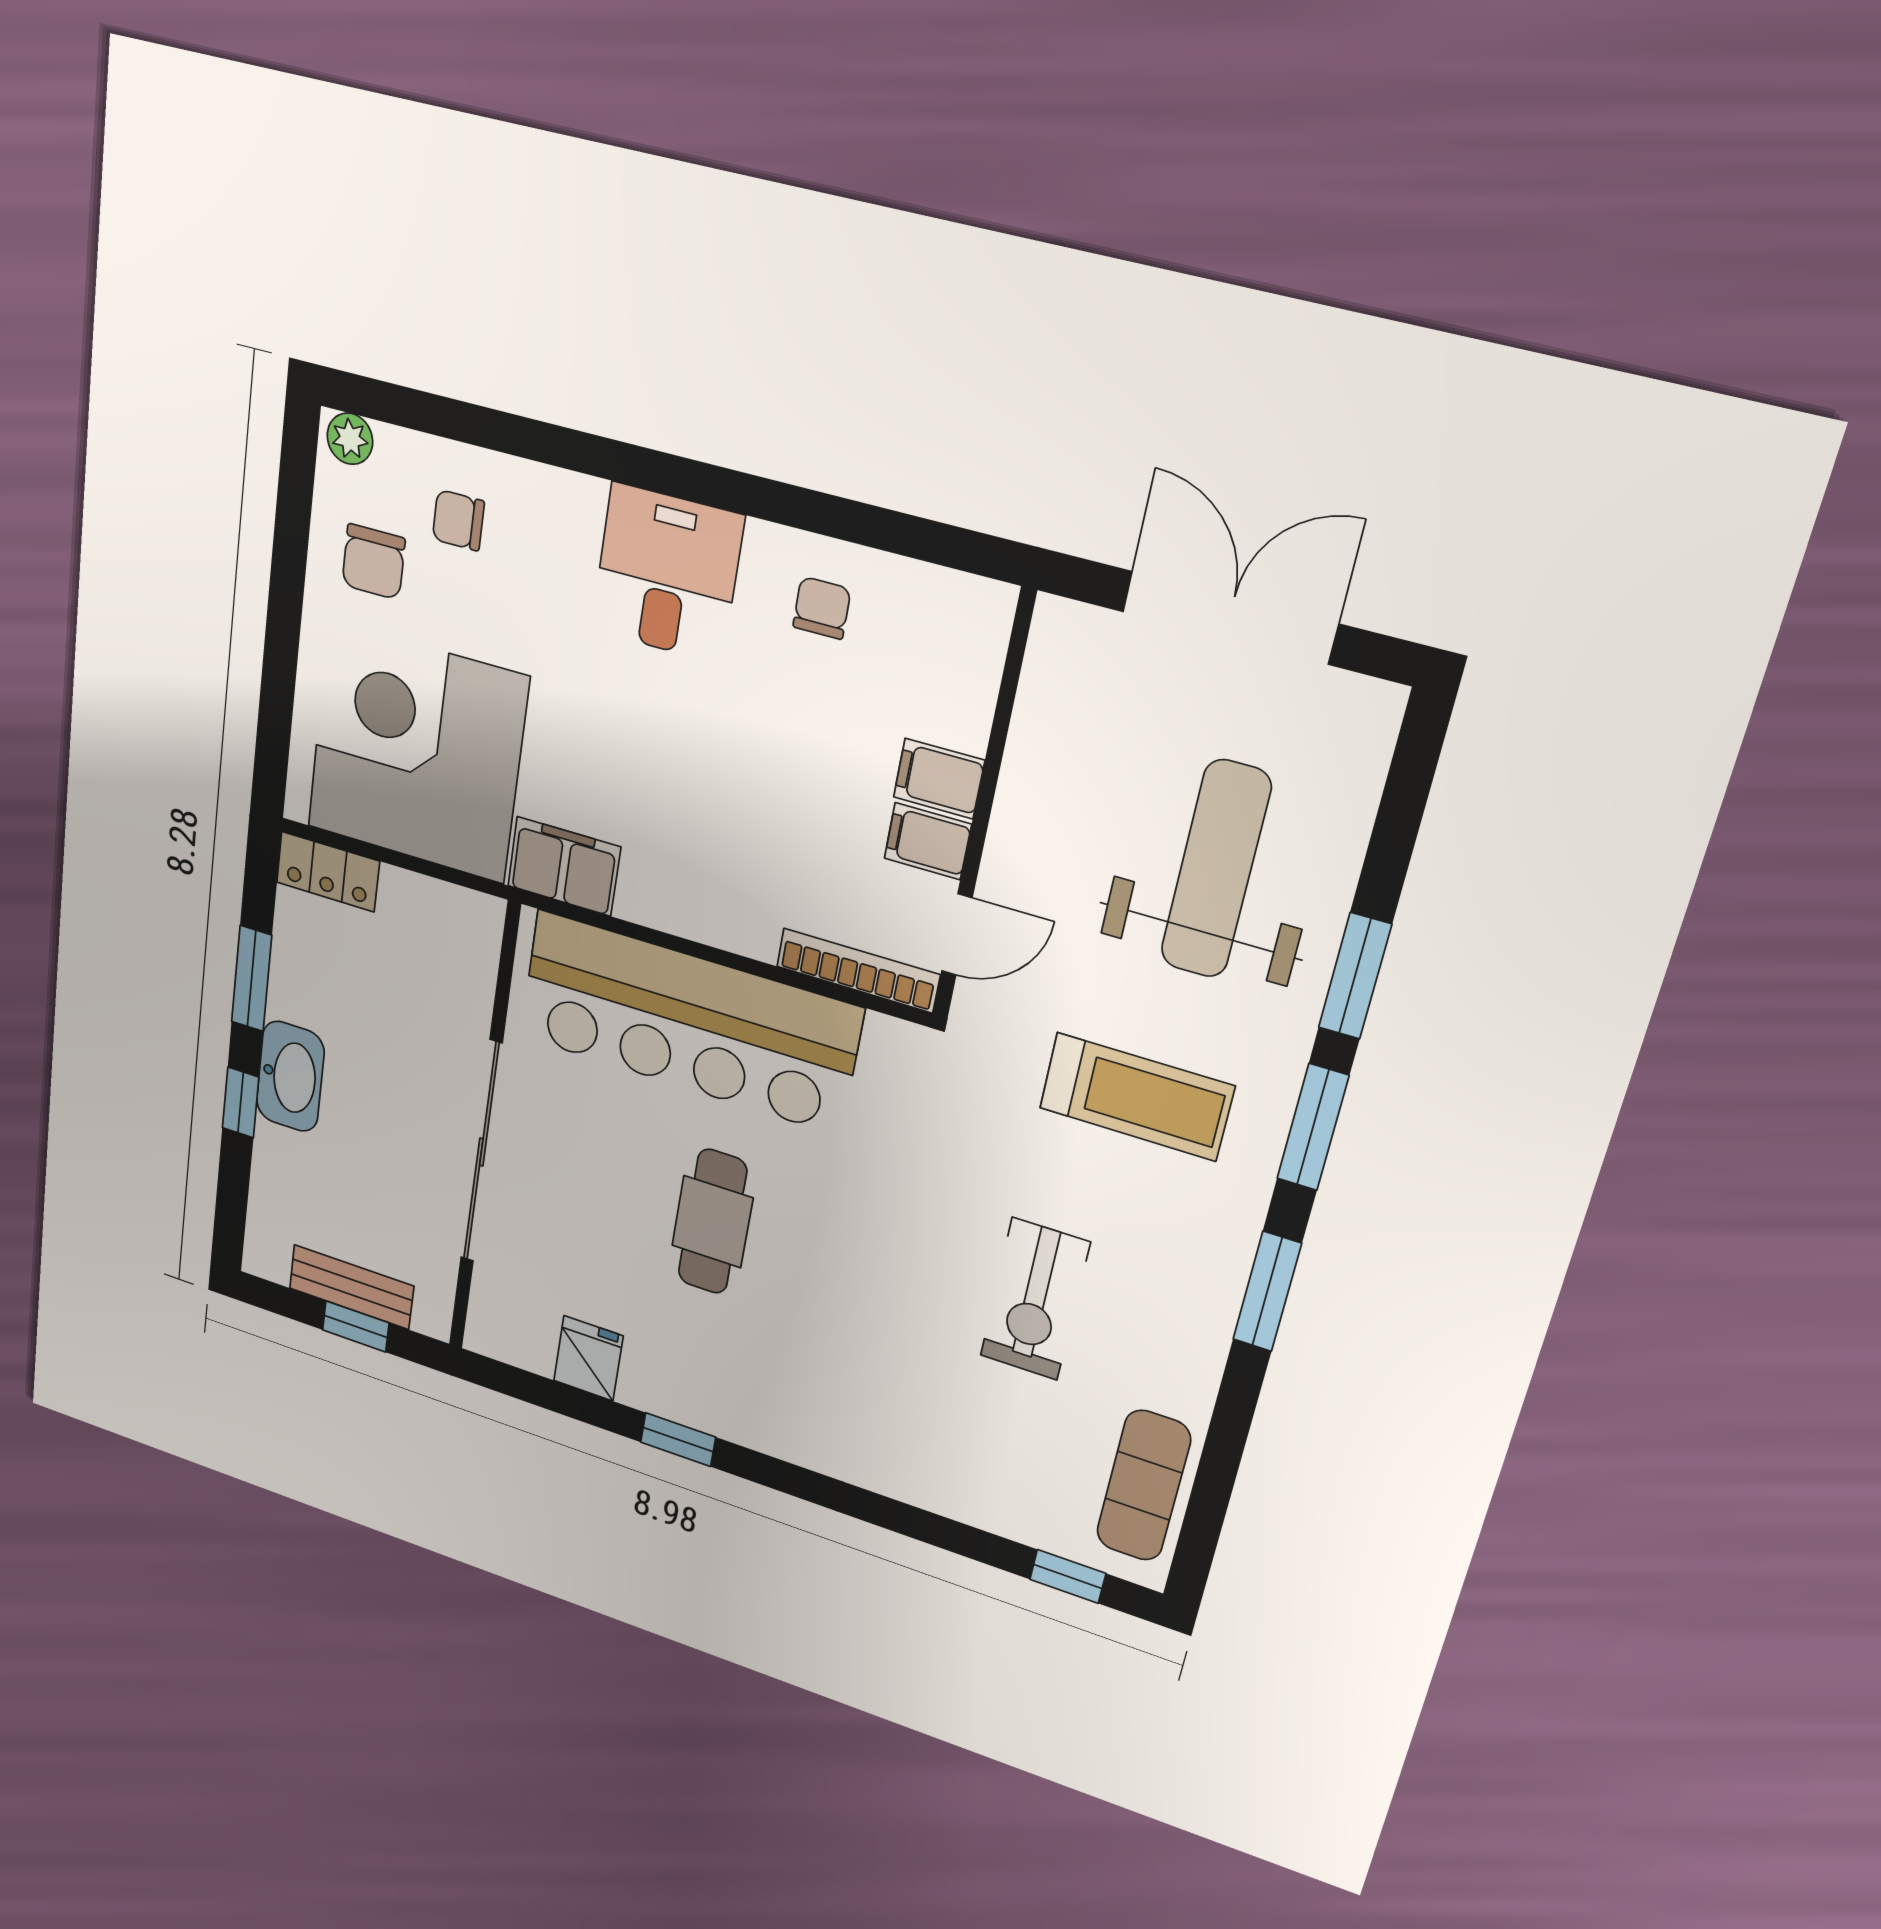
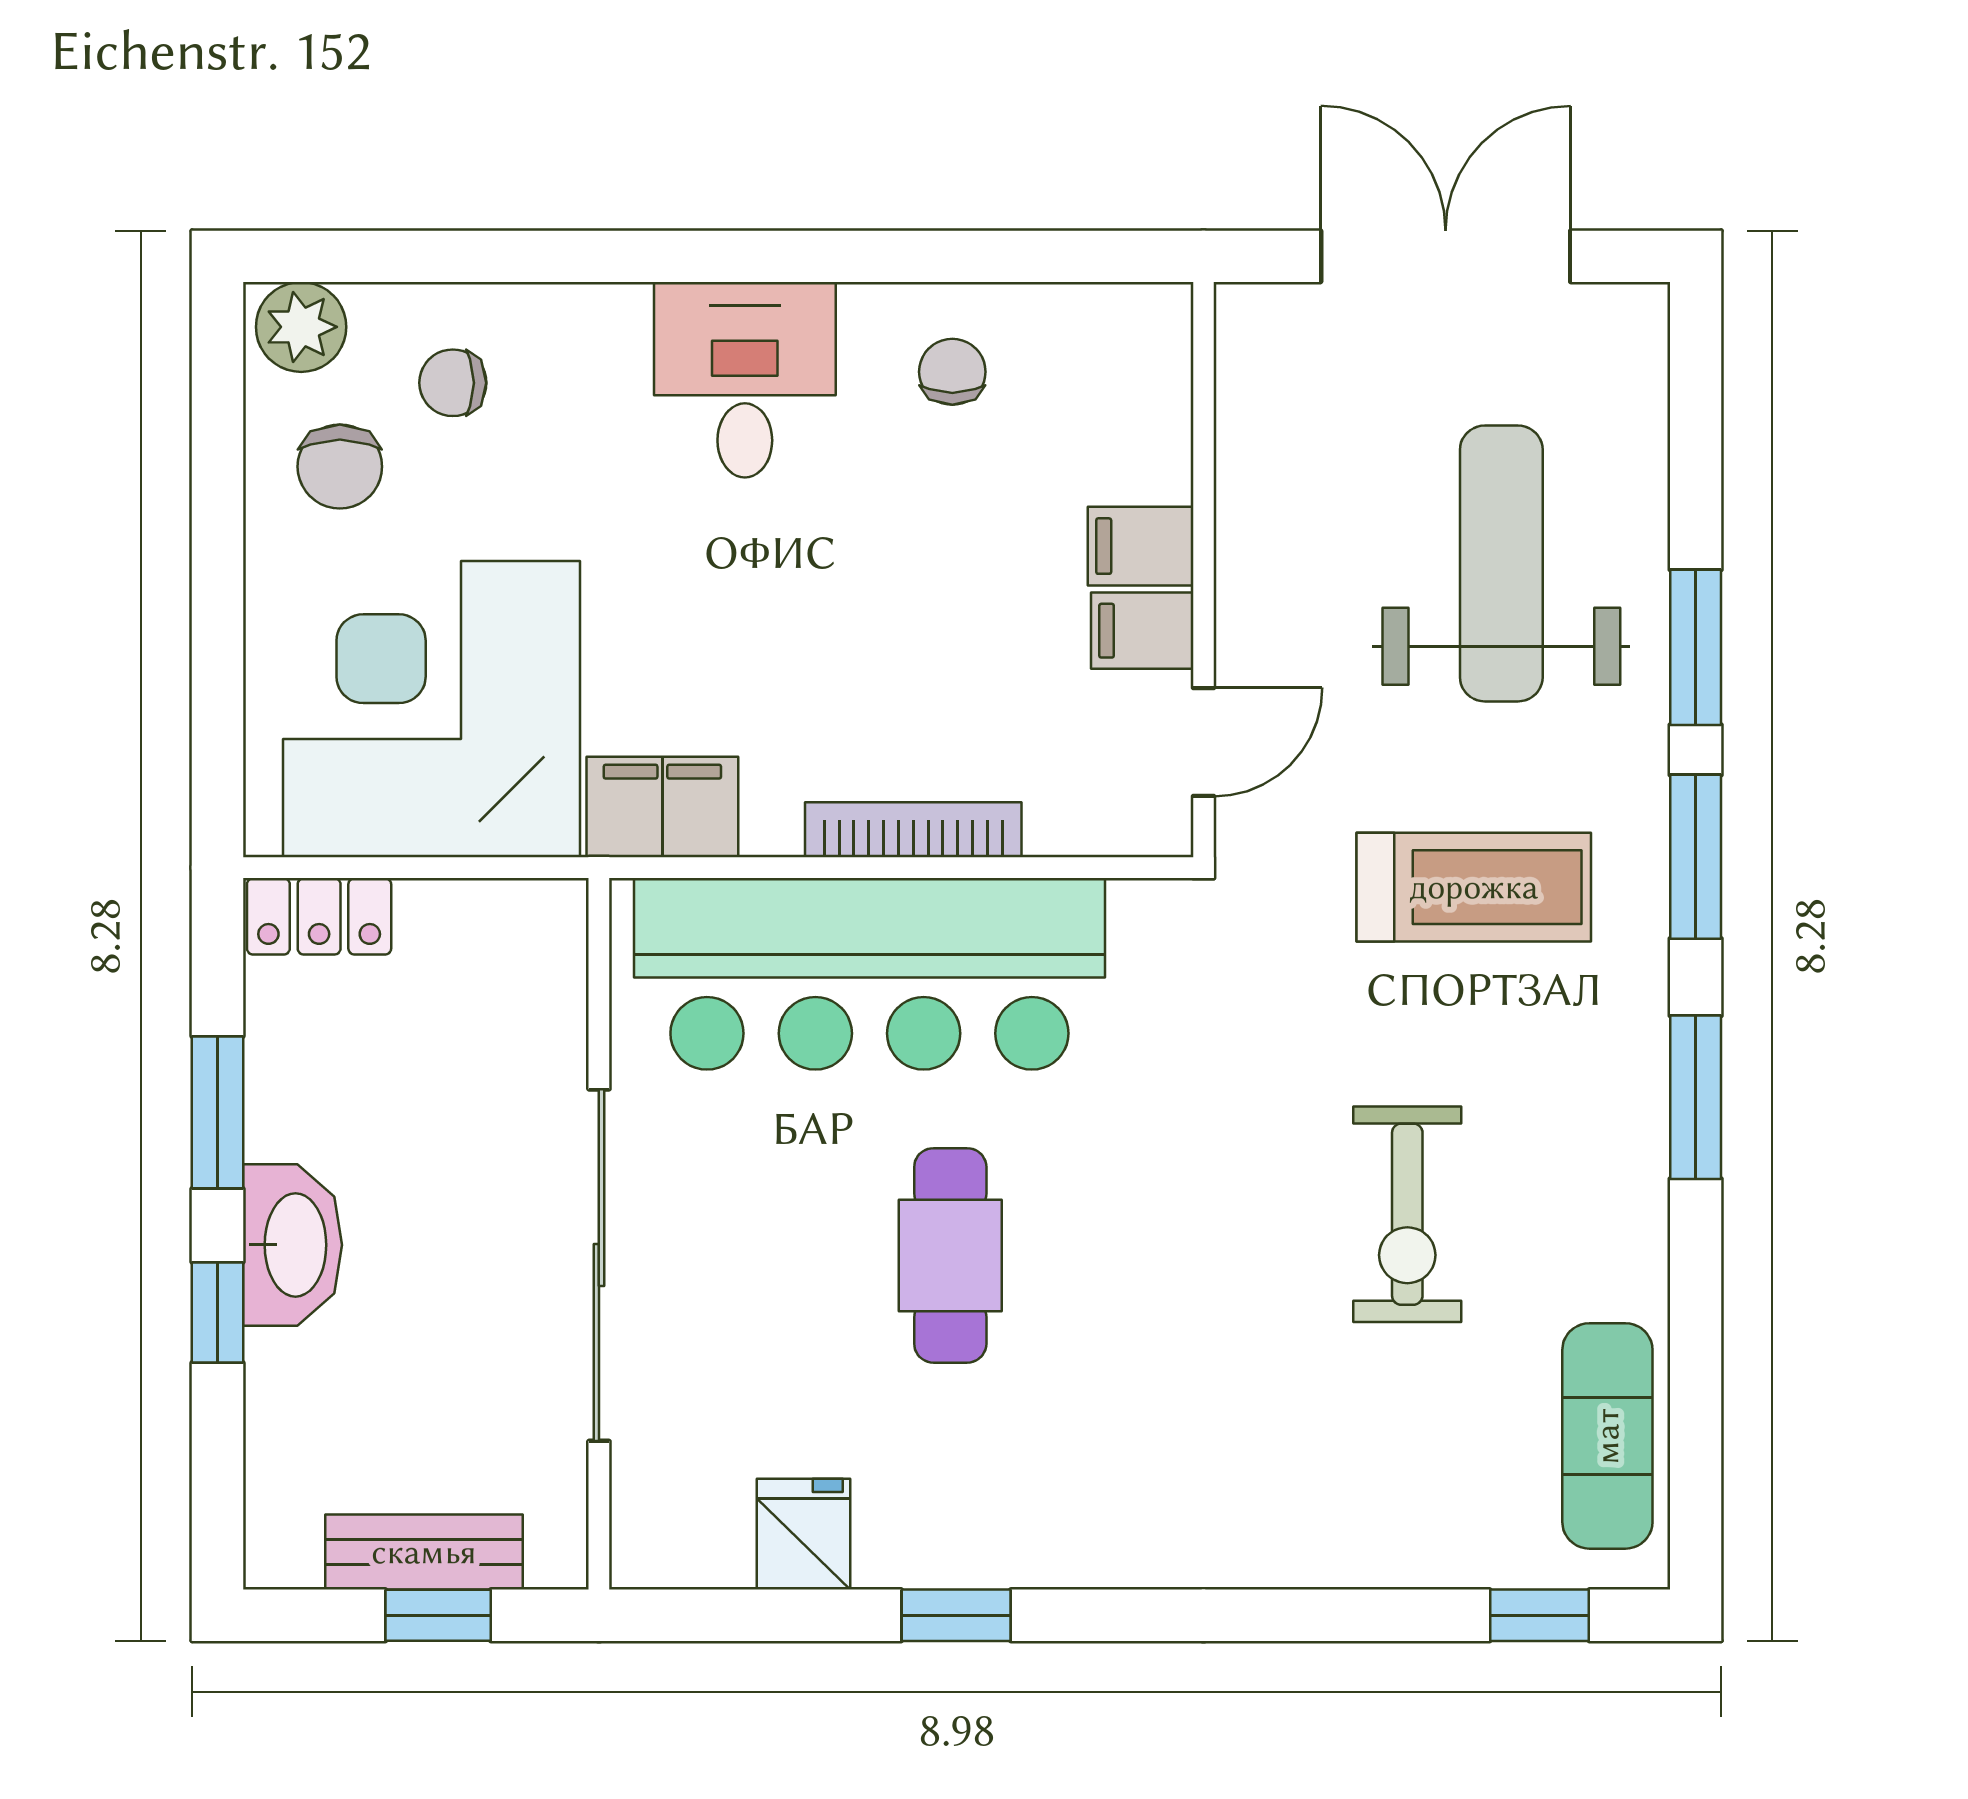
plant: (350, 439) -> (301, 327), width x1.38, depth x1.38
bookcase: (858, 971) -> (913, 830), moved

